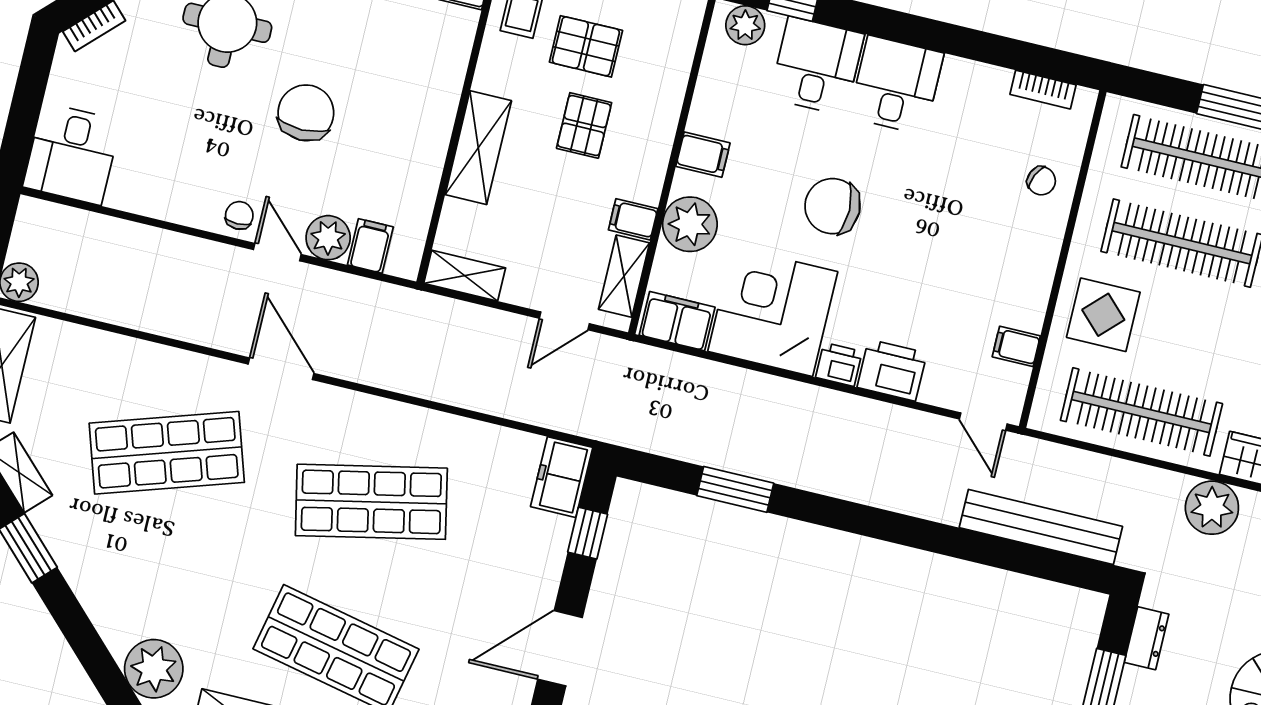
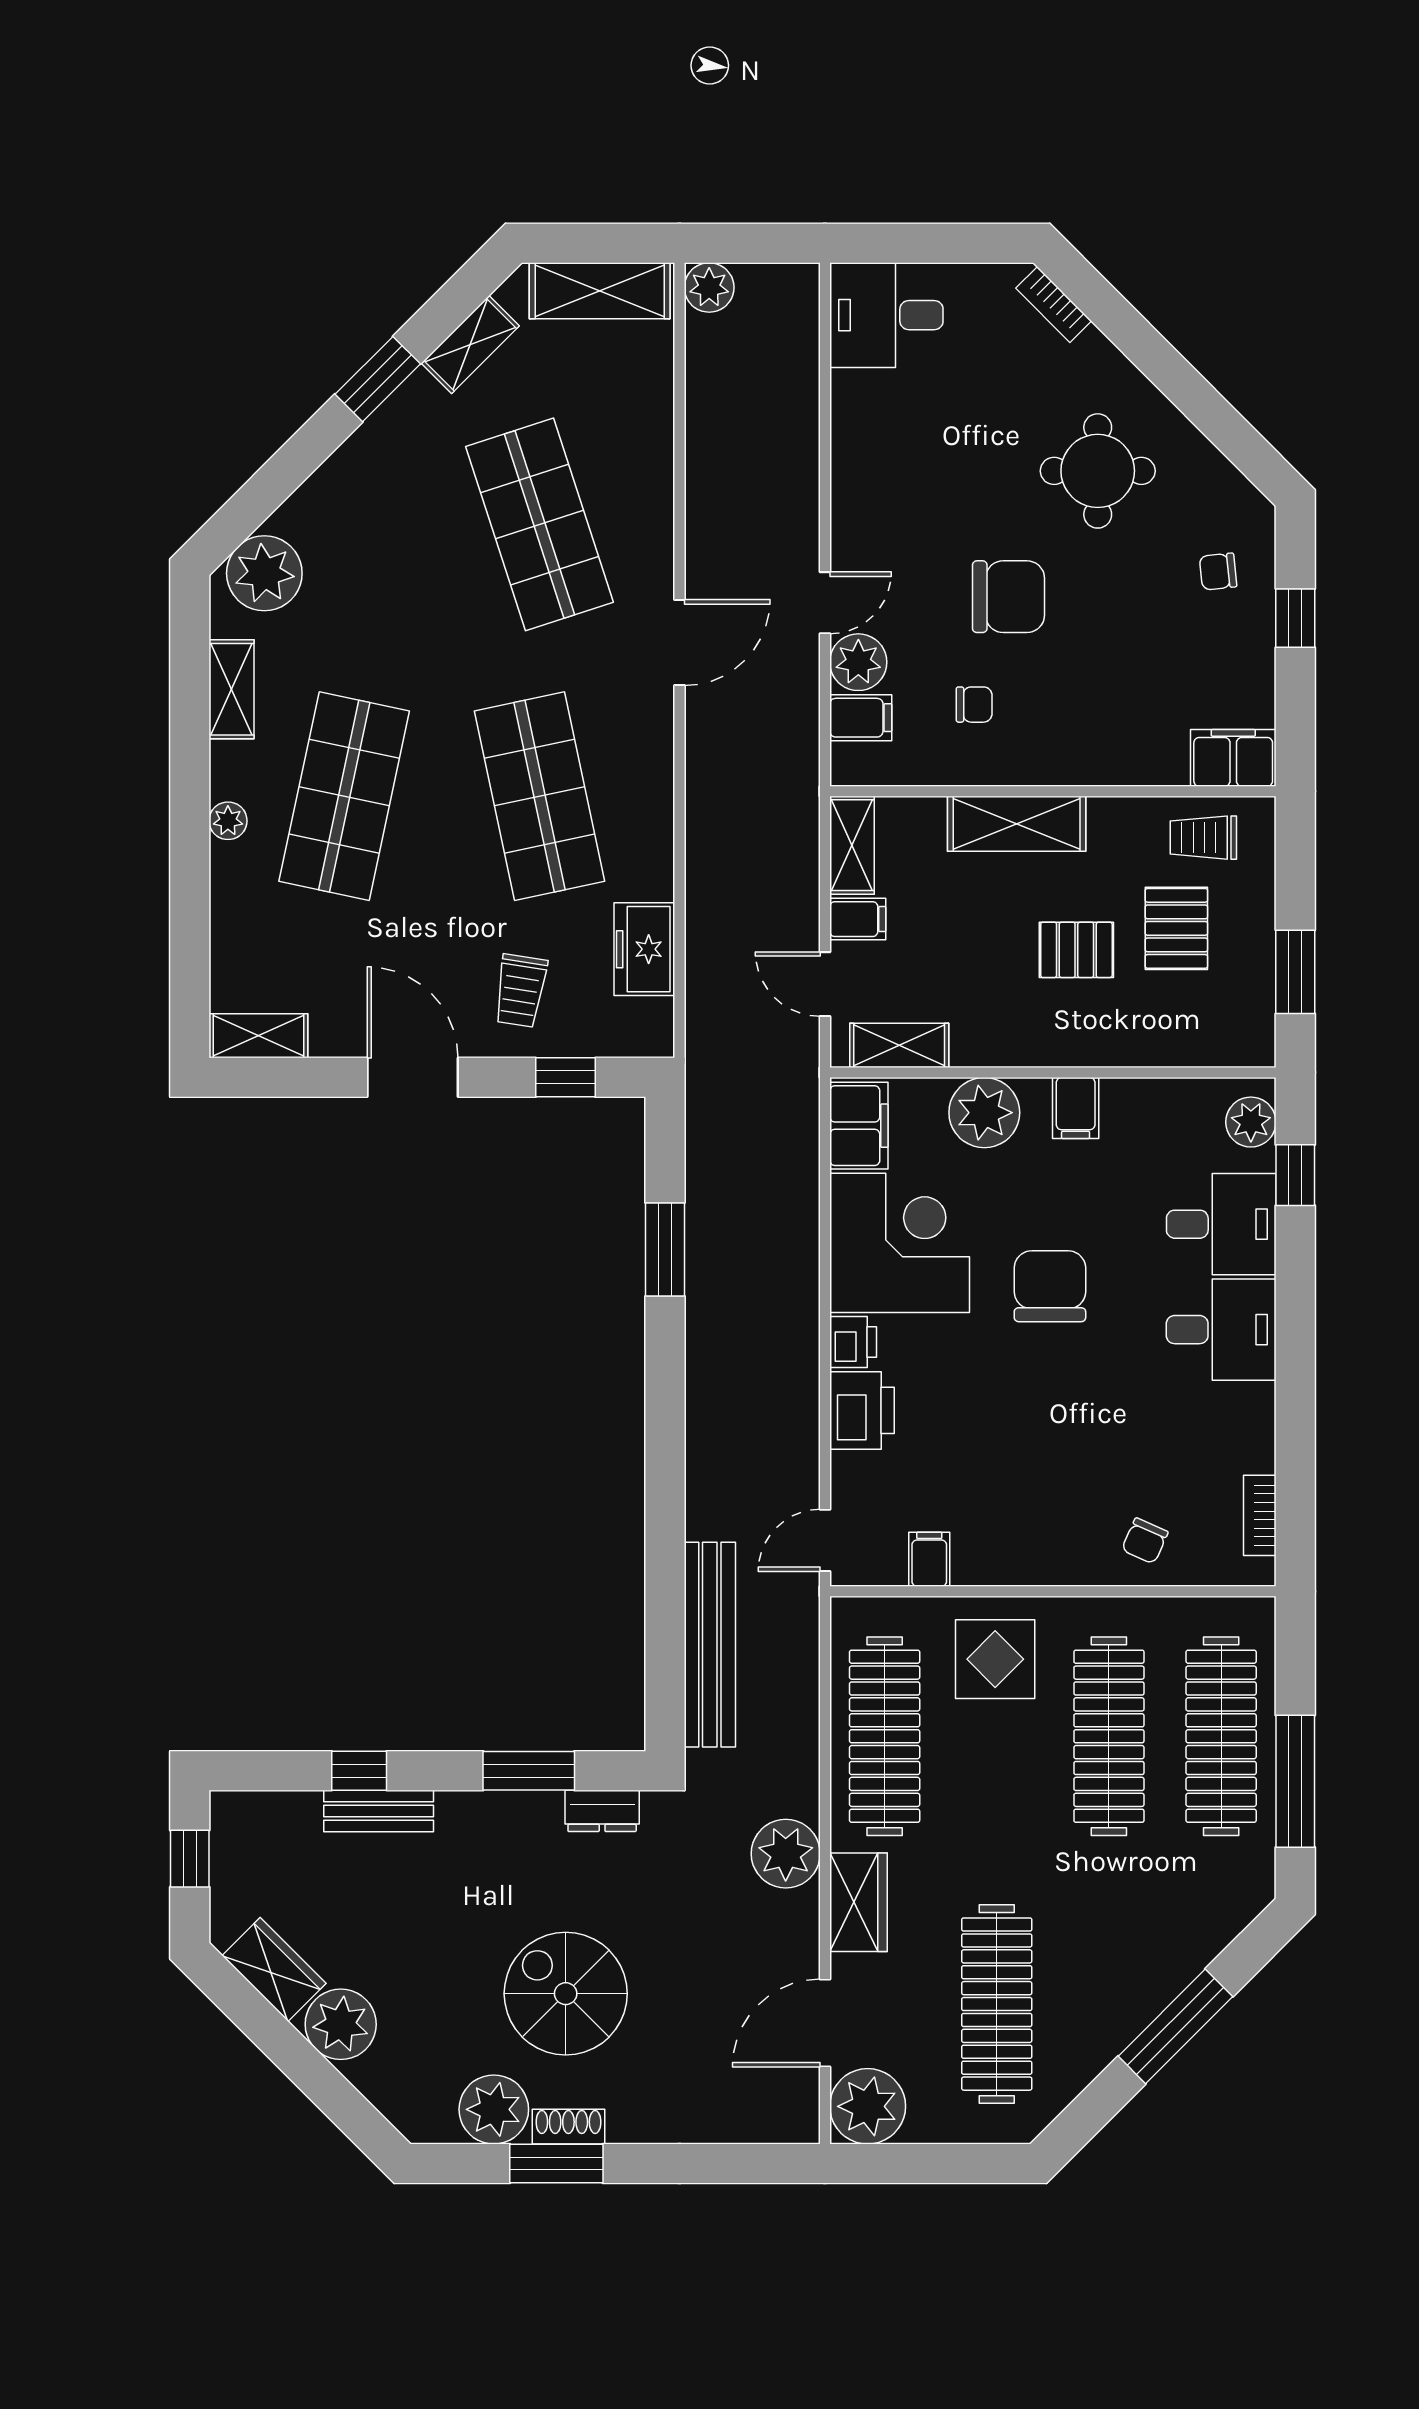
chair: (239, 215) -> (974, 705), moved
filing cabinet: (633, 219) -> (858, 919), moved, turned 90
freezer: (562, 477) -> (644, 949), moved, turned -90
trolley: (514, 551) -> (520, 991), added

